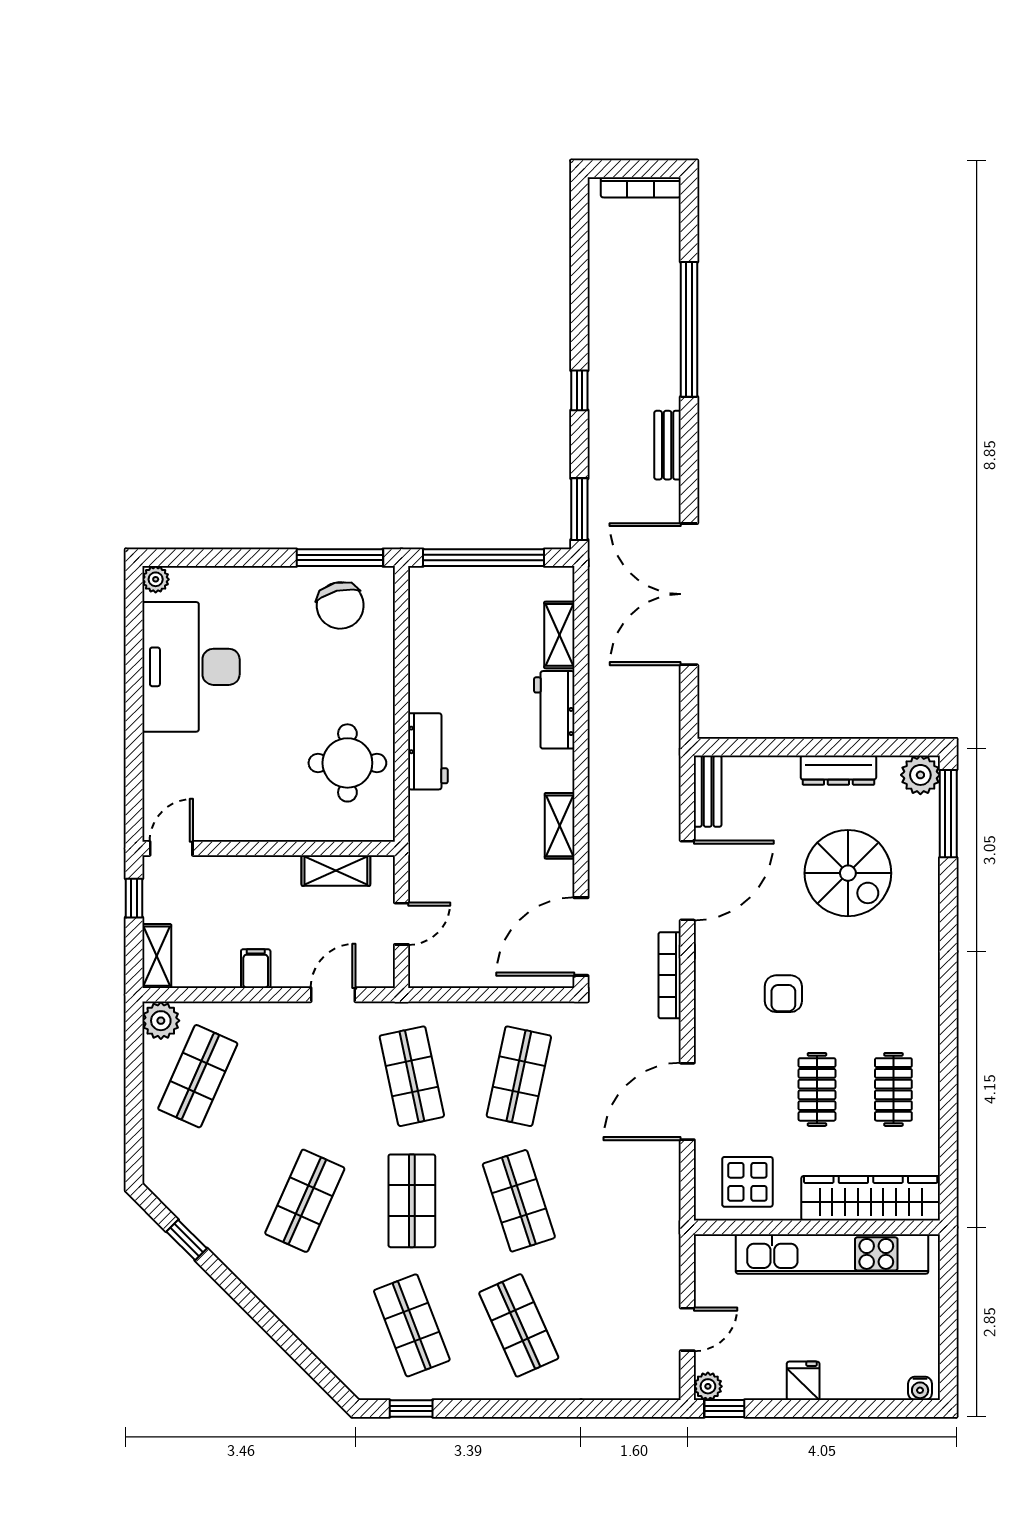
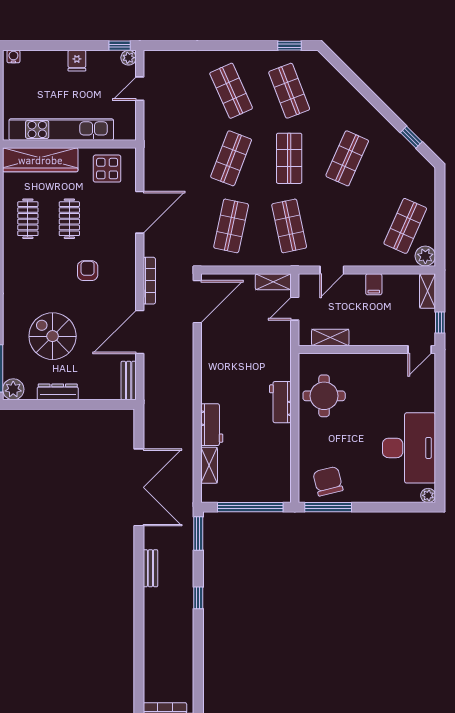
window: (689, 329) -> (139, 631), removed
shelving: (560, 826) -> (273, 282), moved, turned 90
shop shelf: (519, 1201) -> (231, 158), turned 39

